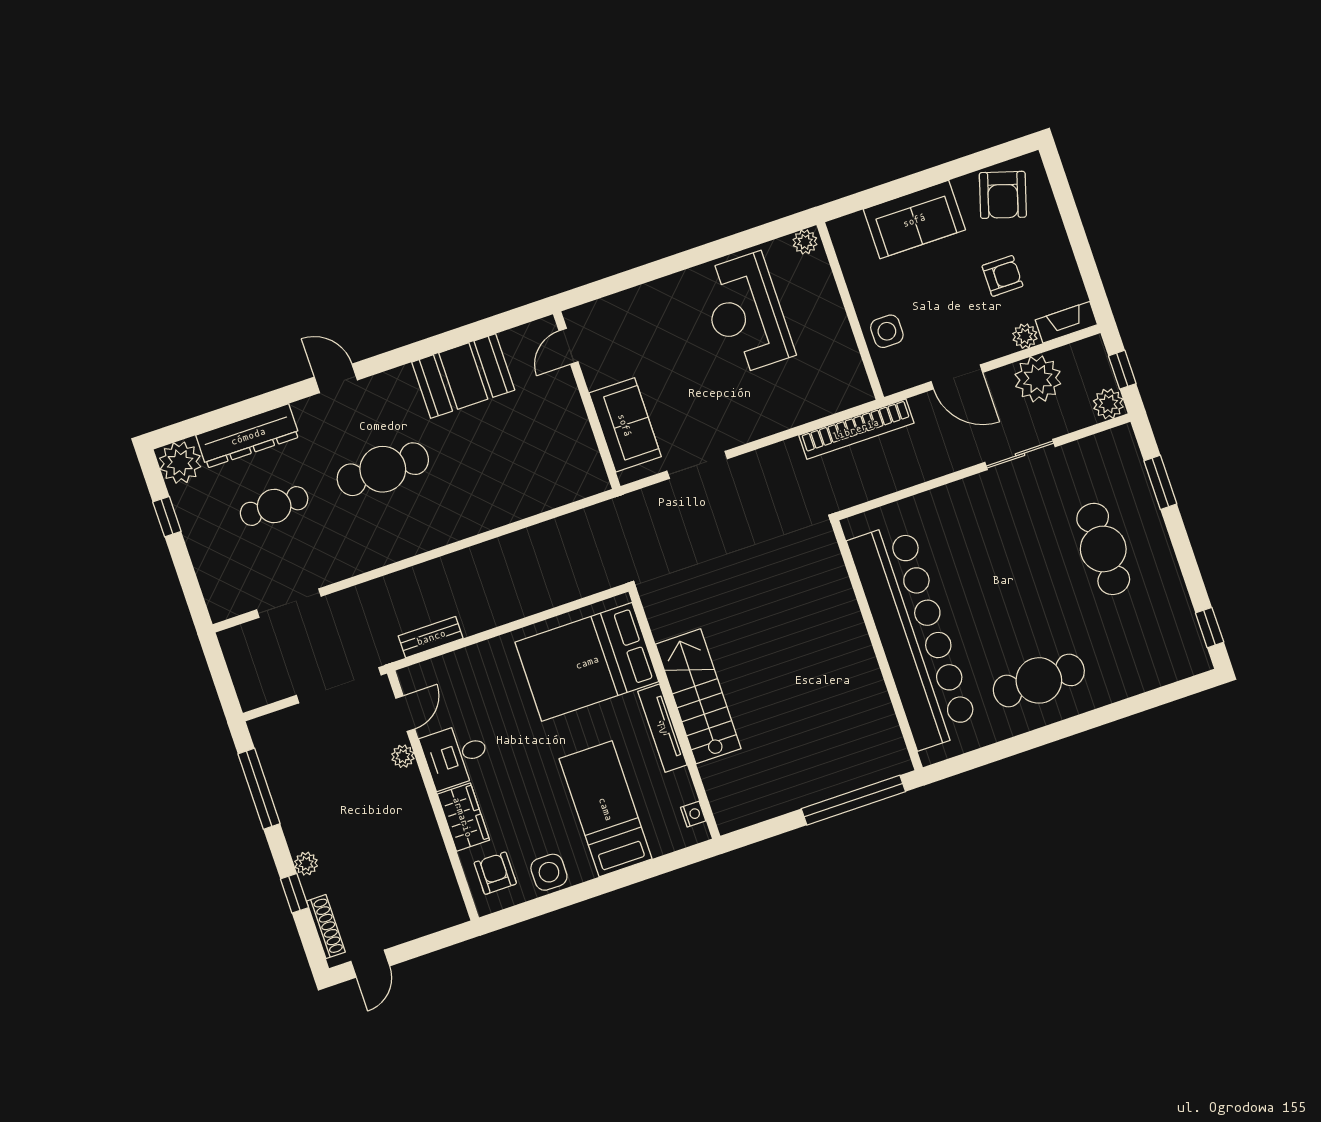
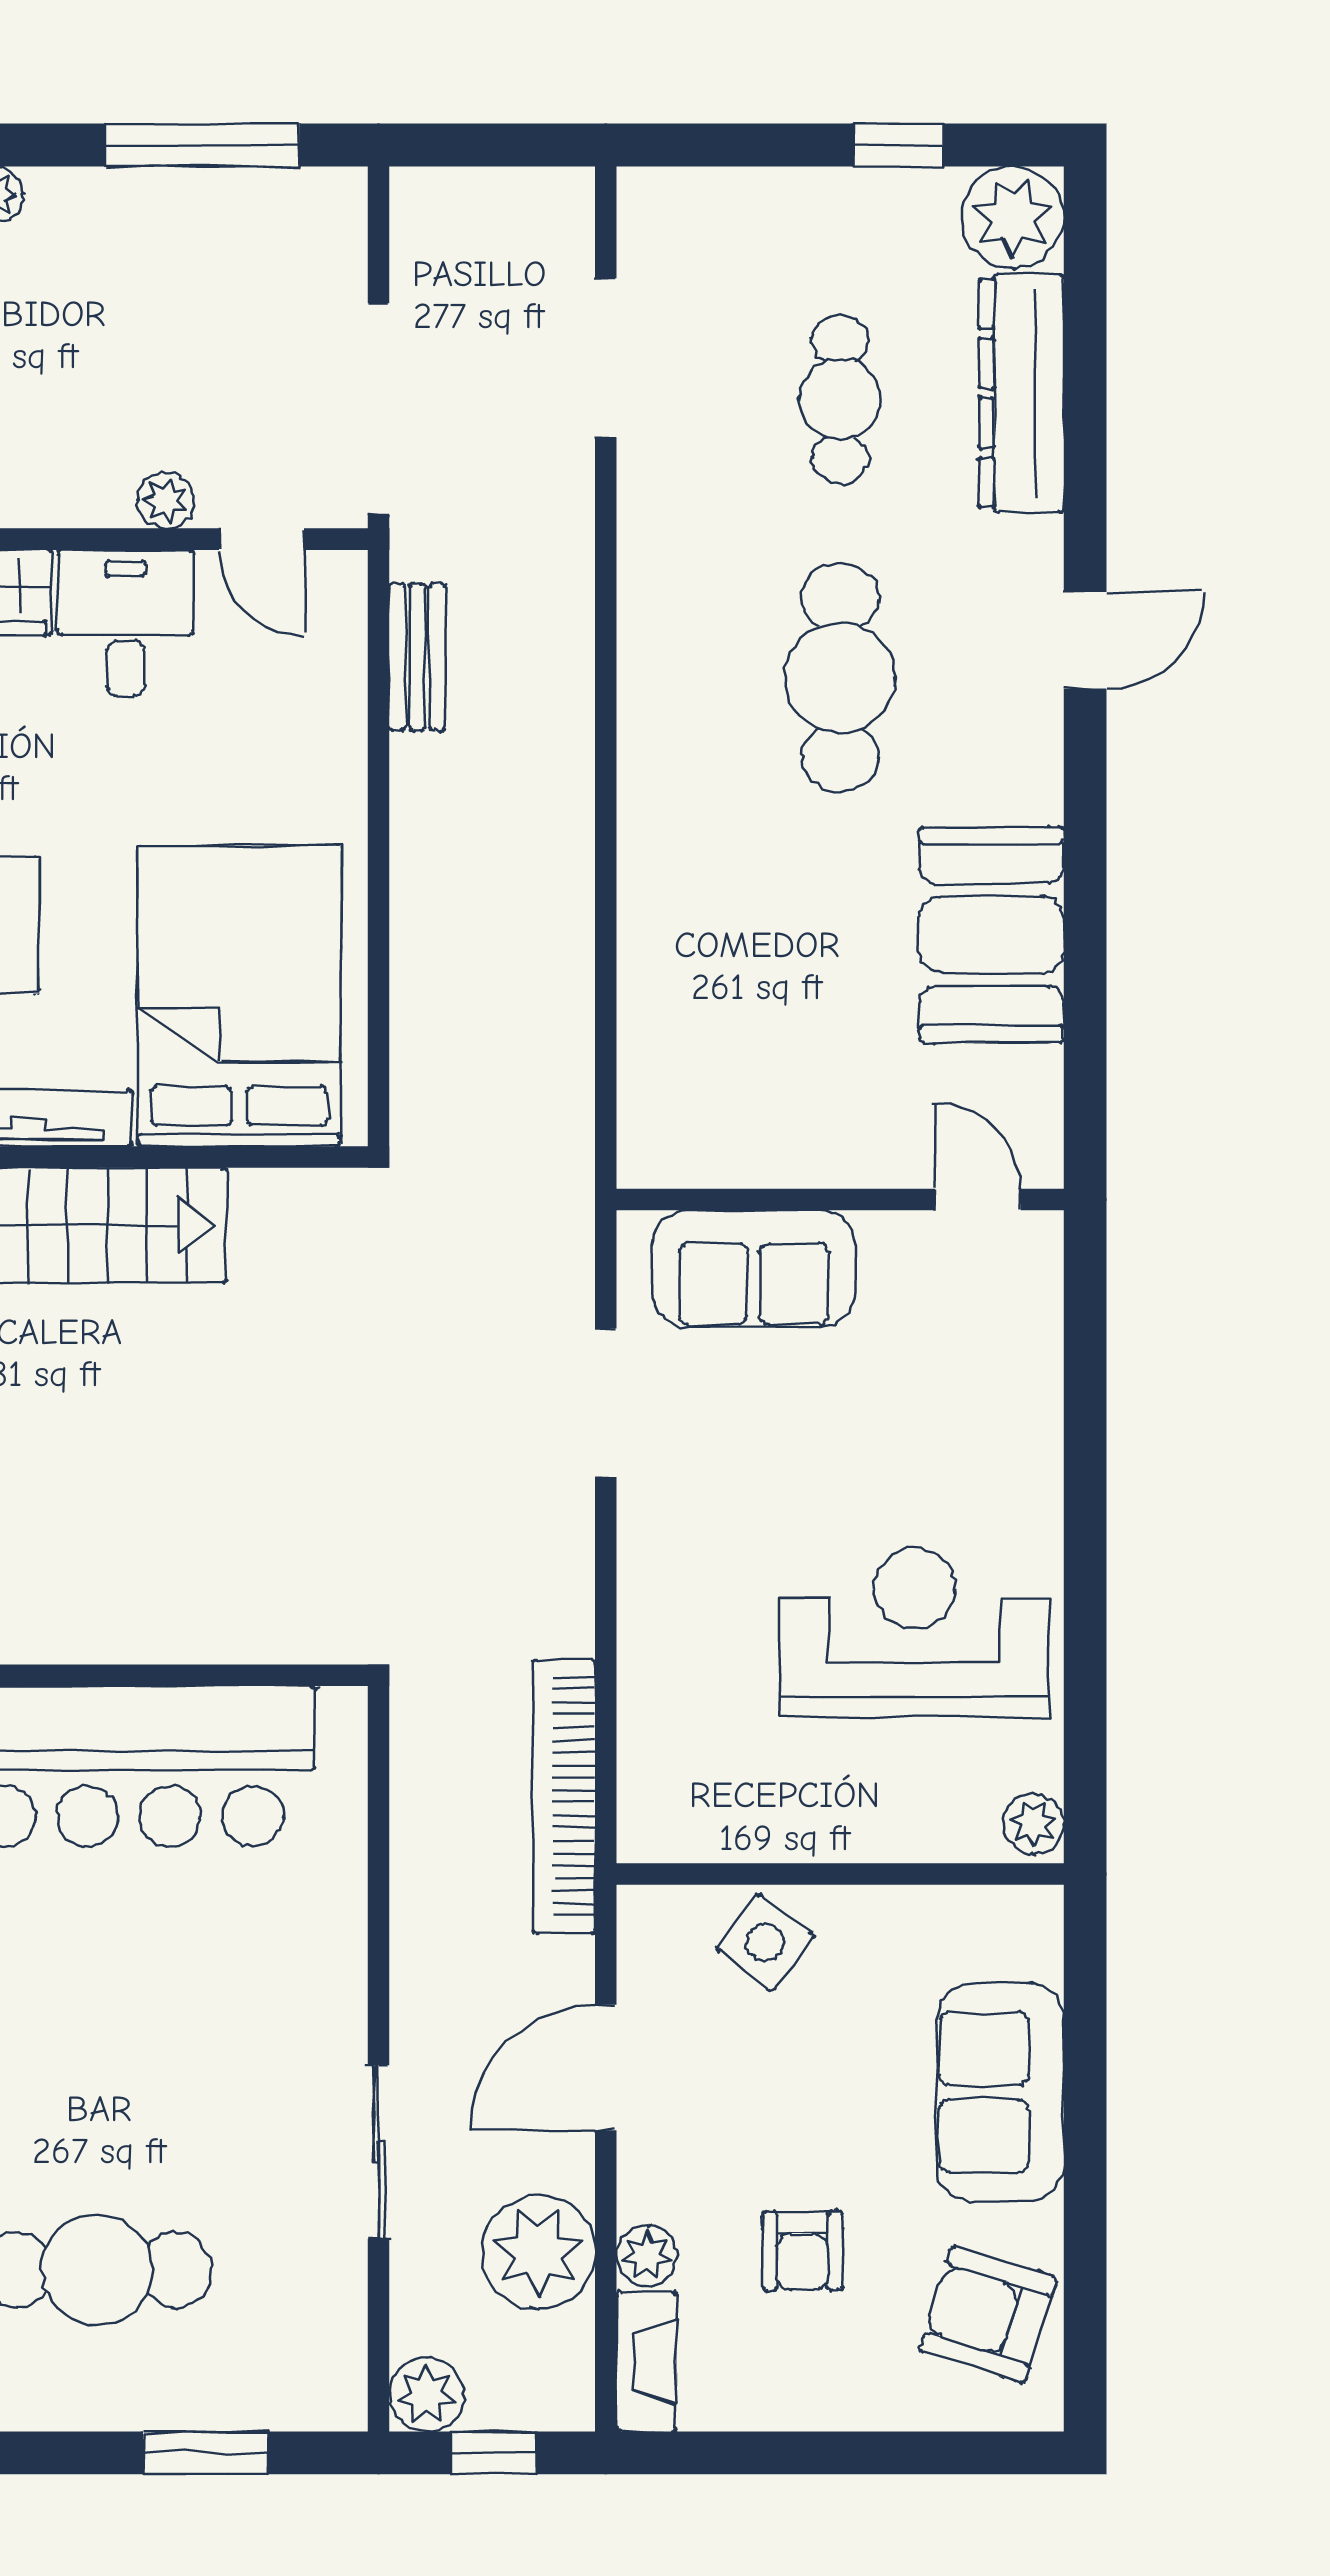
side table: (887, 331) -> (765, 1942), turned 37

